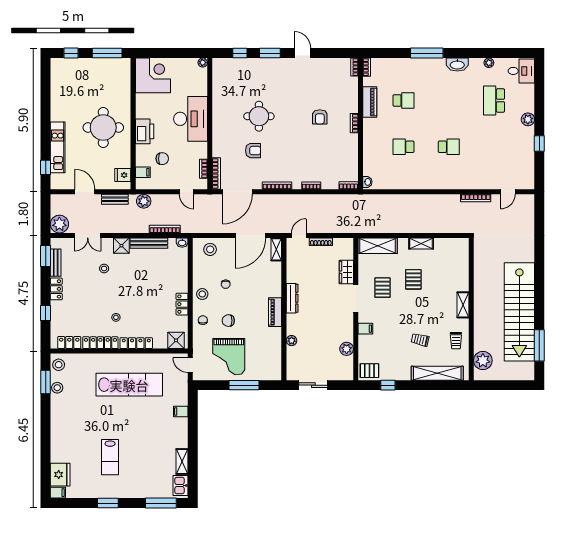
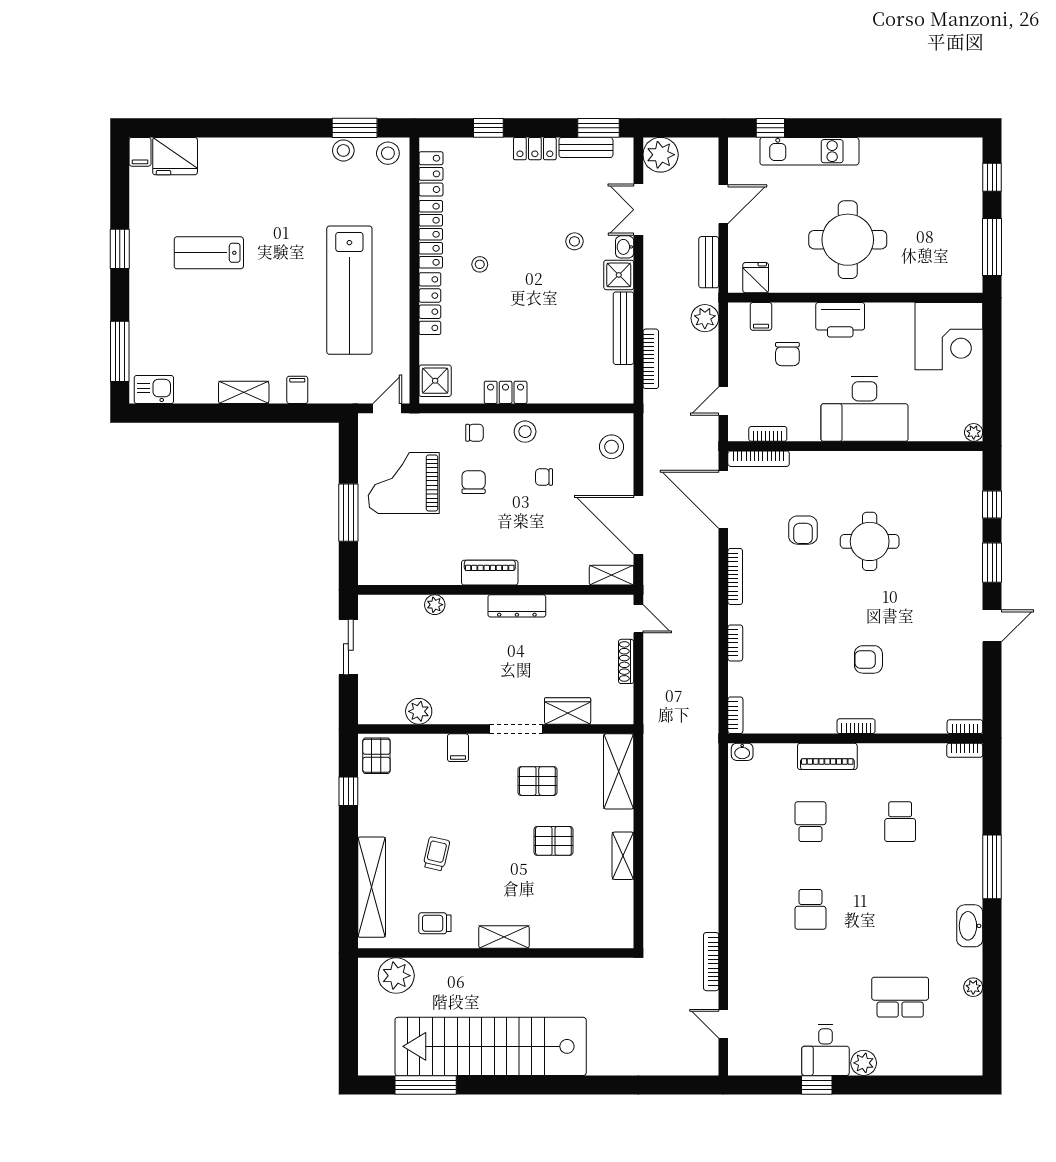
desk: (521, 71) -> (825, 1050), moved
piano: (370, 102) -> (827, 756), moved
washbasin: (182, 243) -> (625, 247), moved
shelving: (182, 461) -> (244, 392), moved

